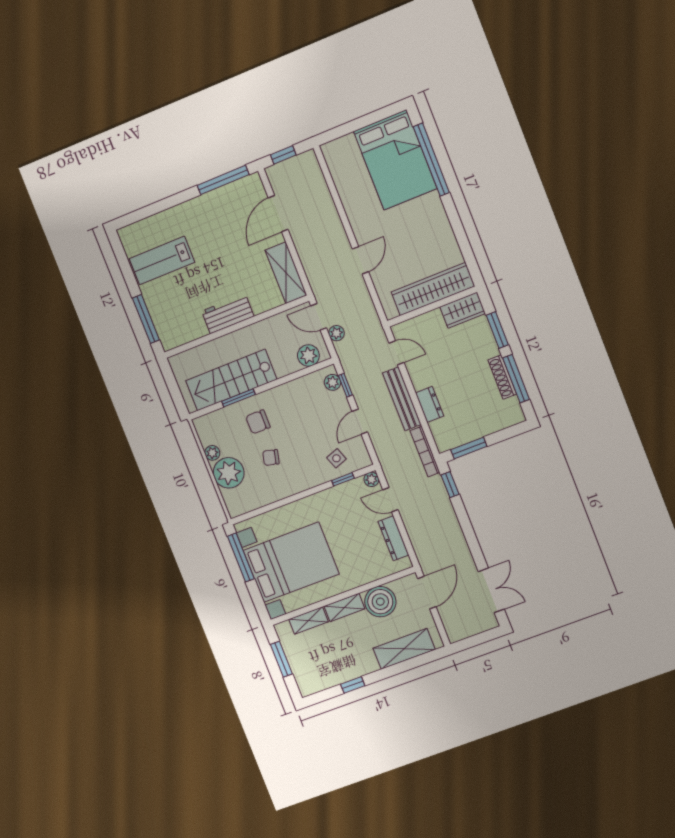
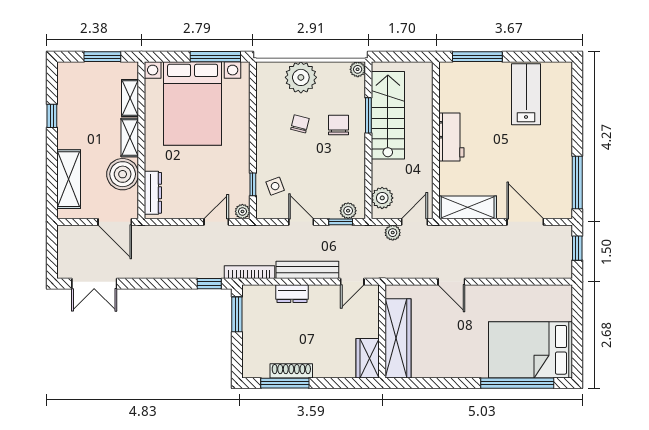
window: (497, 330) -> (337, 383), removed
plant: (212, 453) -> (358, 69), moved
dresser: (393, 538) -> (153, 193), moved, turned 90

